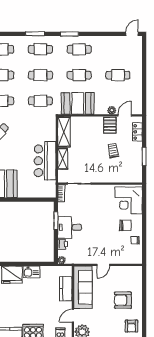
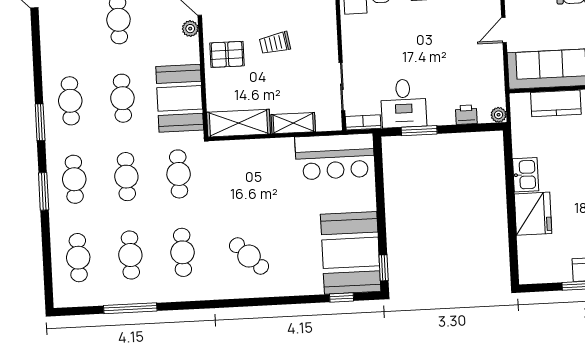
pallet: (110, 125) -> (227, 54), moved
trolley: (113, 150) -> (275, 43), moved
bar counter: (45, 161) -> (335, 157), moved
desk: (70, 227) -> (403, 103), moved
door: (103, 265) -> (504, 30), swing flipped

